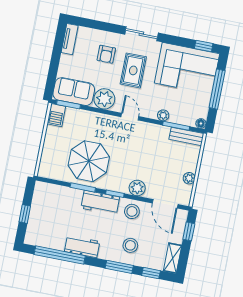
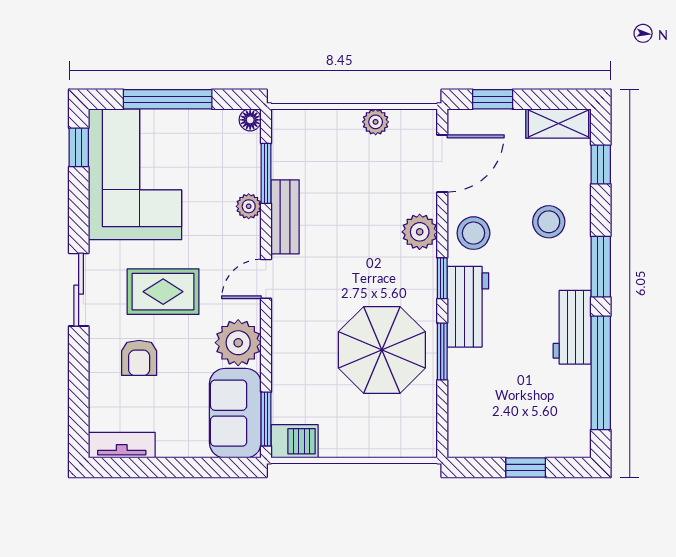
armchair: (106, 54) -> (139, 358), turned 90
bench: (186, 136) -> (285, 217), moved
window: (119, 267) -> (601, 267), moved

